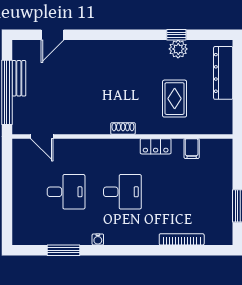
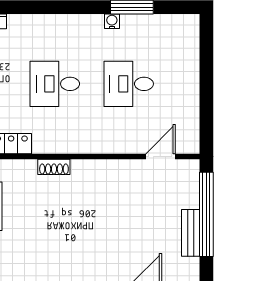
door: (42, 136) -> (161, 156), hinge flipped
water cooler: (98, 239) -> (112, 21), moved

